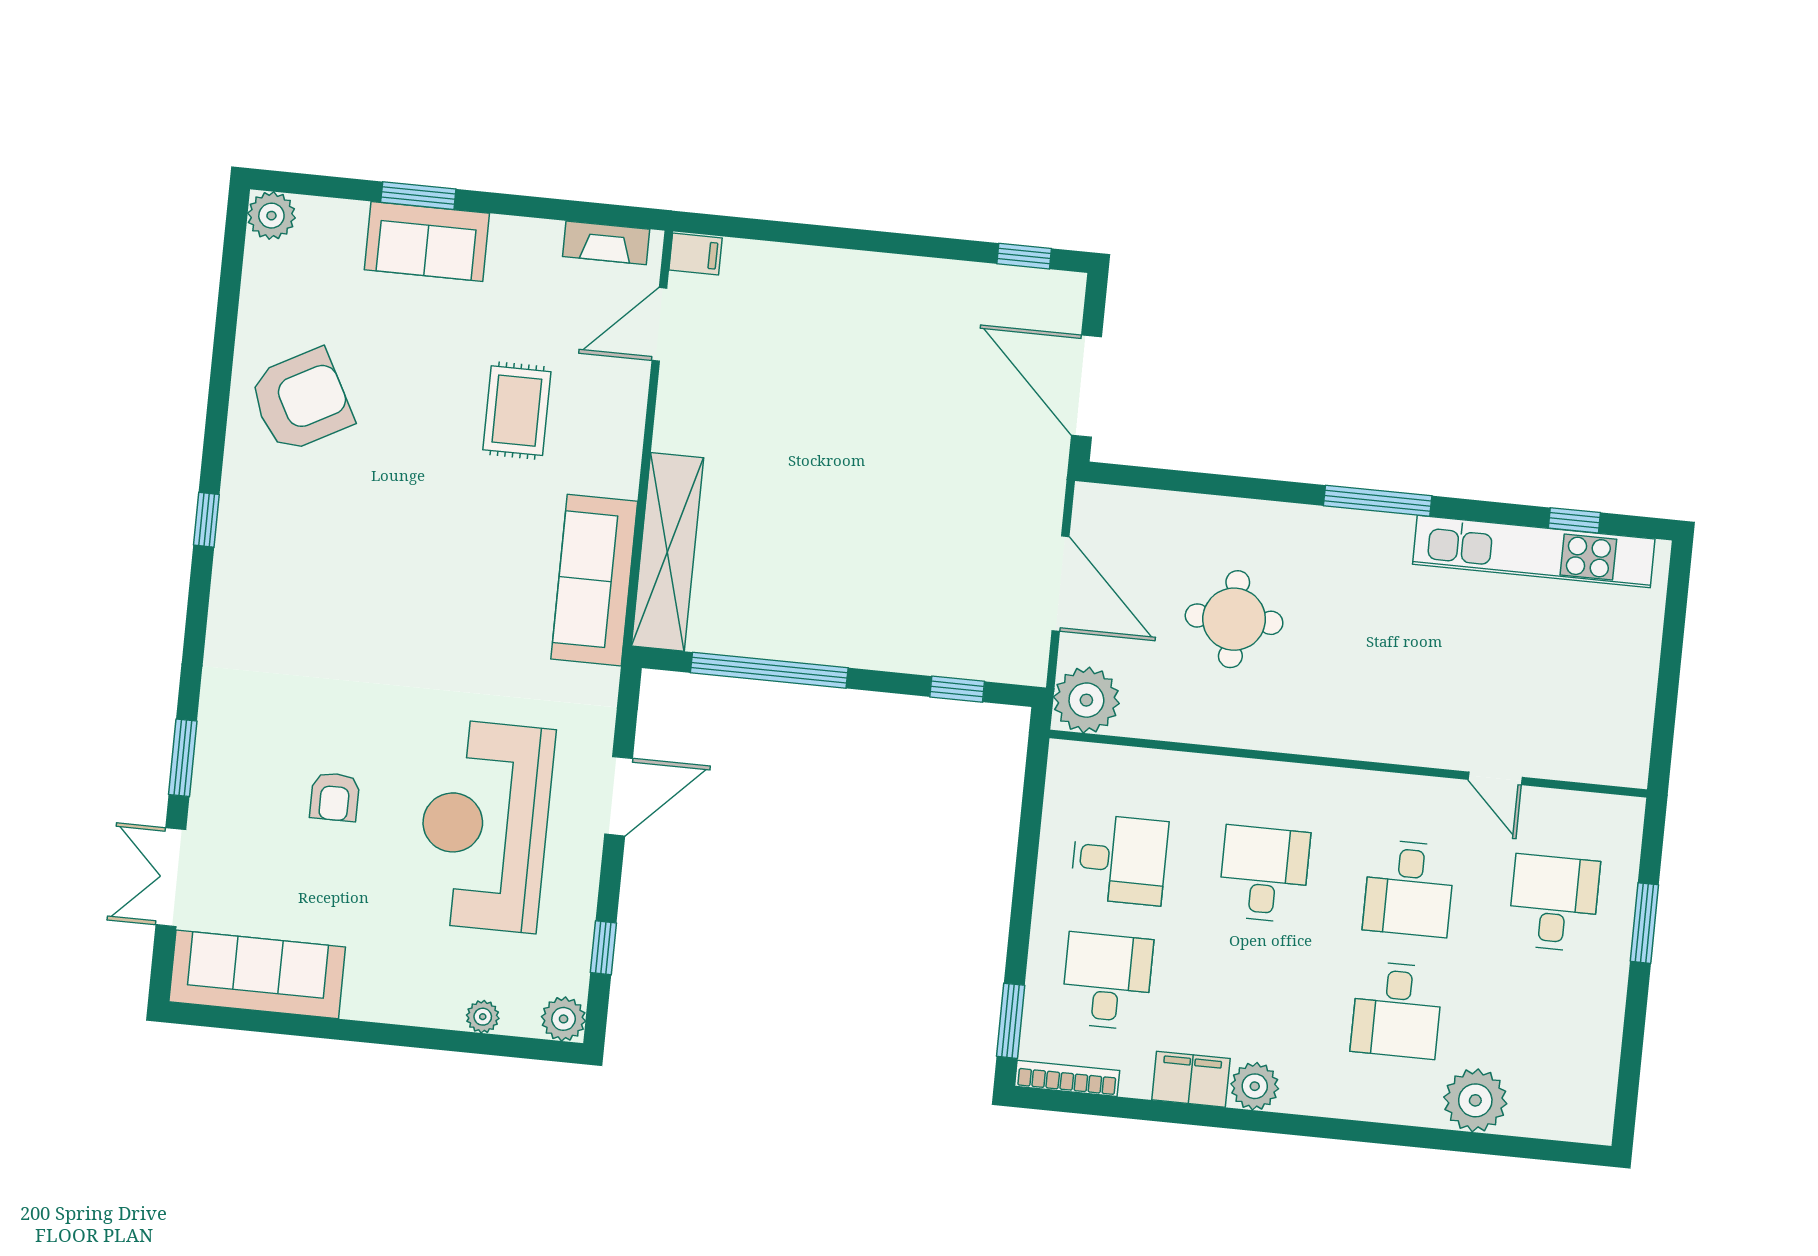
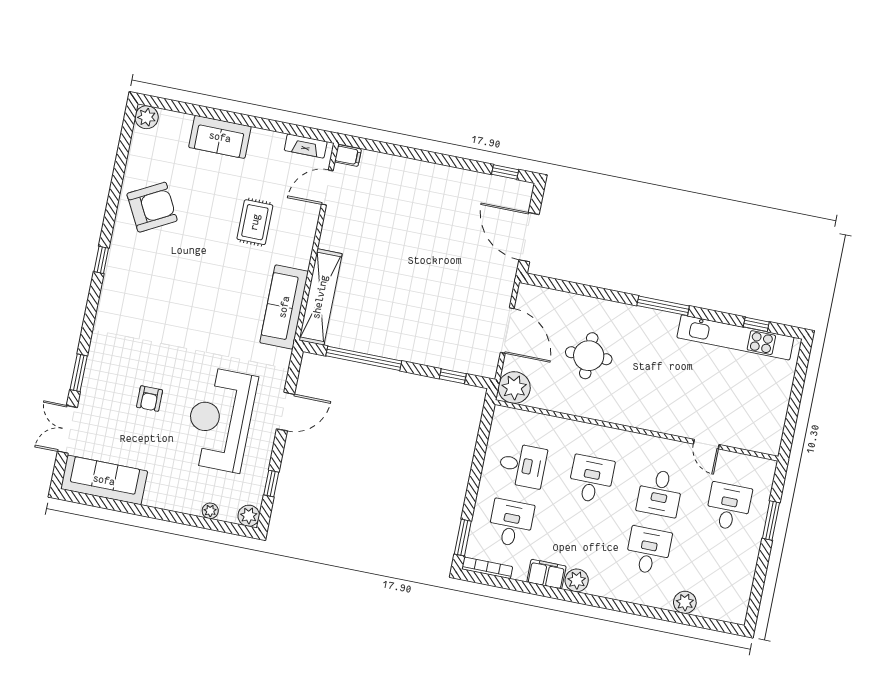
window: (418, 196) -> (218, 115), removed
desk: (1397, 1010) -> (648, 551), turned 180
plant: (1475, 1100) -> (685, 602), width x0.73, depth x0.73

